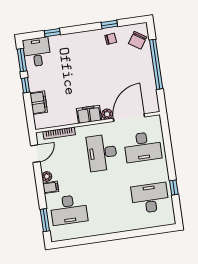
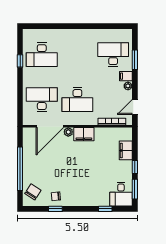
desk: (102, 153) -> (77, 100), turned 90
window: (45, 220) -> (135, 60), moved

